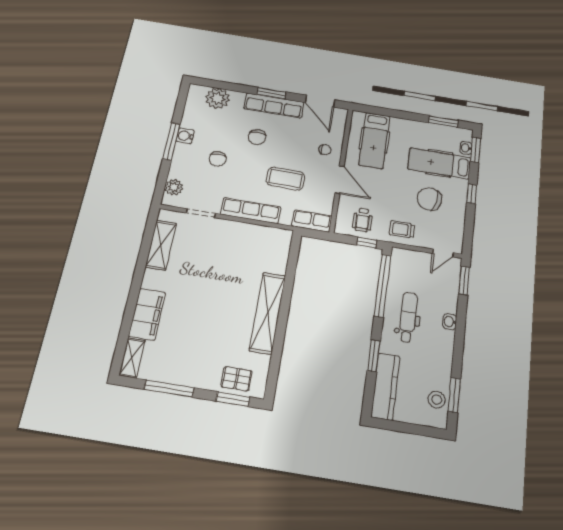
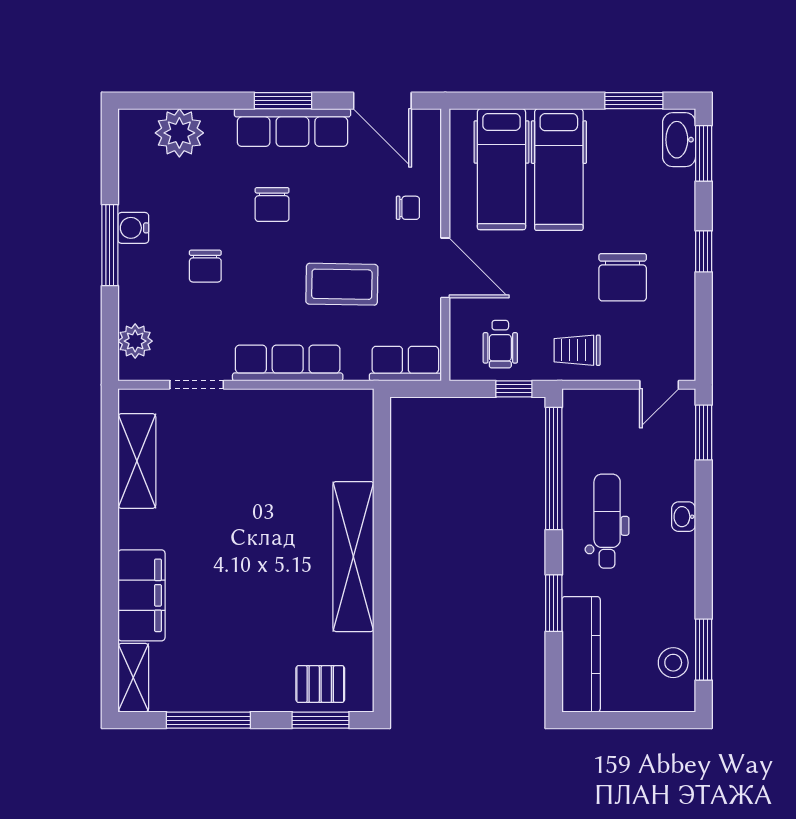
washbasin: (466, 148) -> (679, 140), width x1.91, depth x1.45
hospital bed: (439, 163) -> (559, 170), moved, turned -90
chair: (429, 199) -> (623, 277), turned -101

